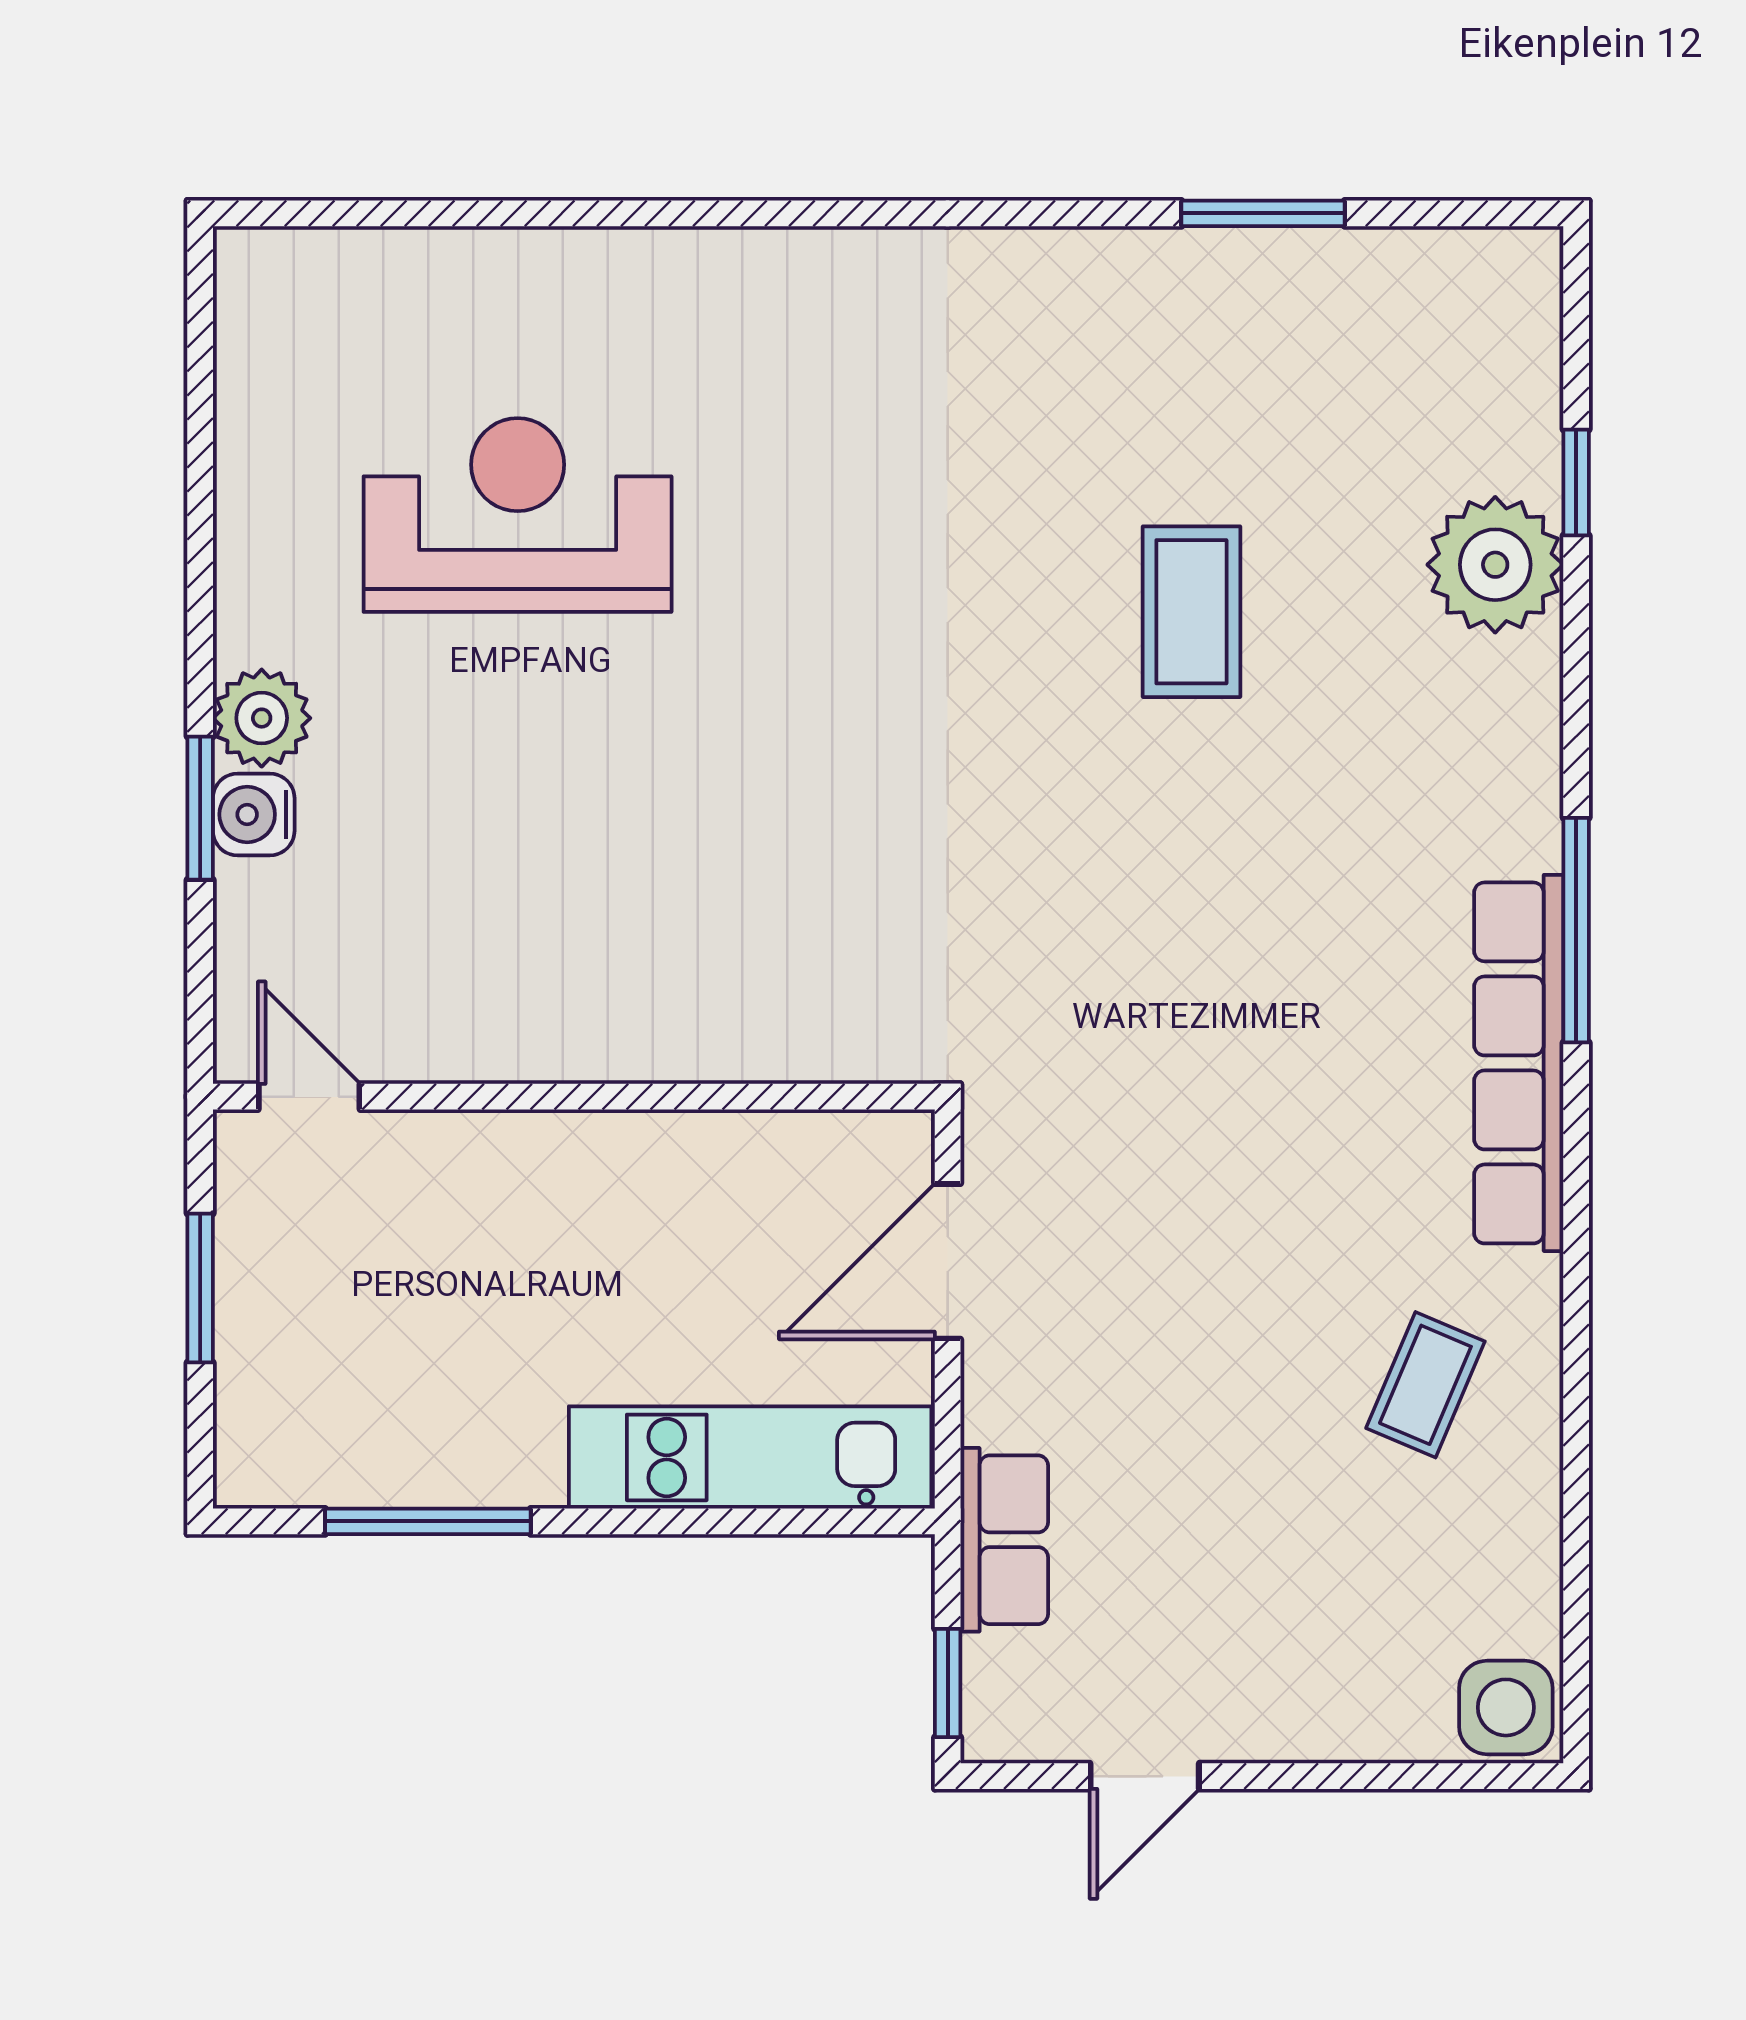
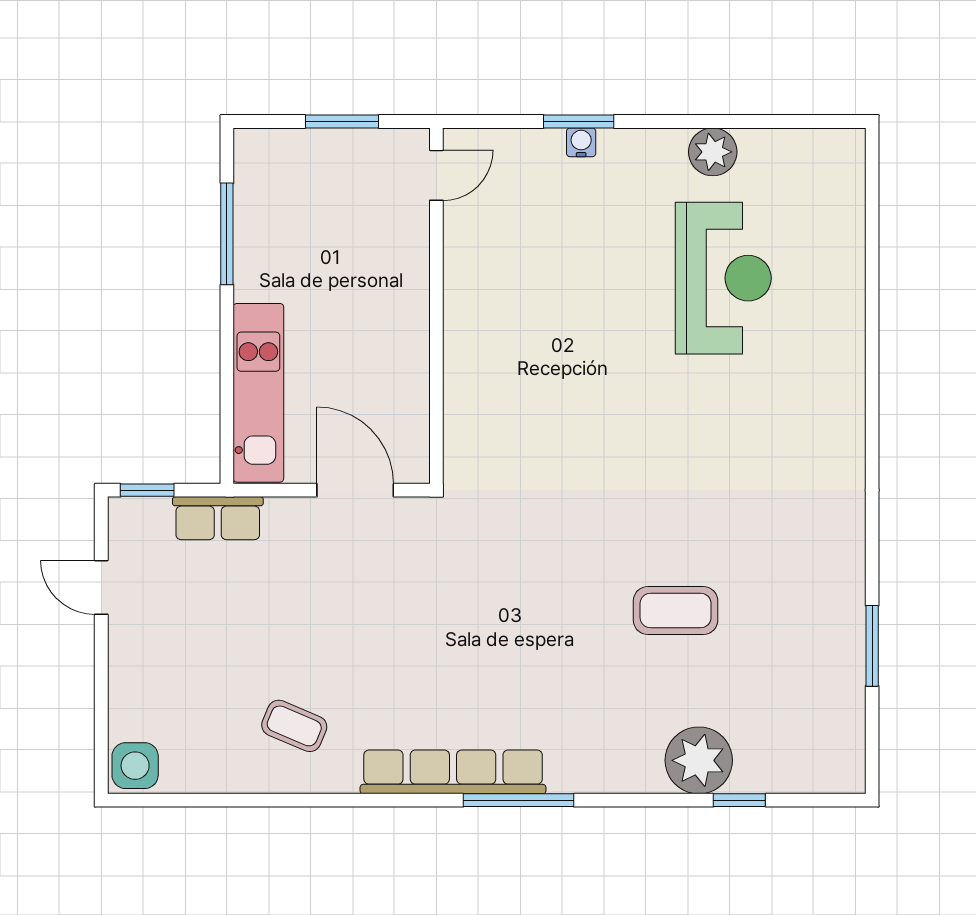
plant: (262, 718) -> (713, 152), moved
water cooler: (254, 814) -> (581, 142), width x0.72, depth x0.72

